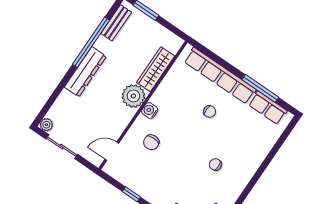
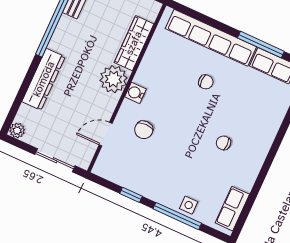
dresser: (85, 72) -> (44, 79), moved
sliding door: (62, 147) -> (55, 160), moved
door: (112, 151) -> (106, 134), moved

